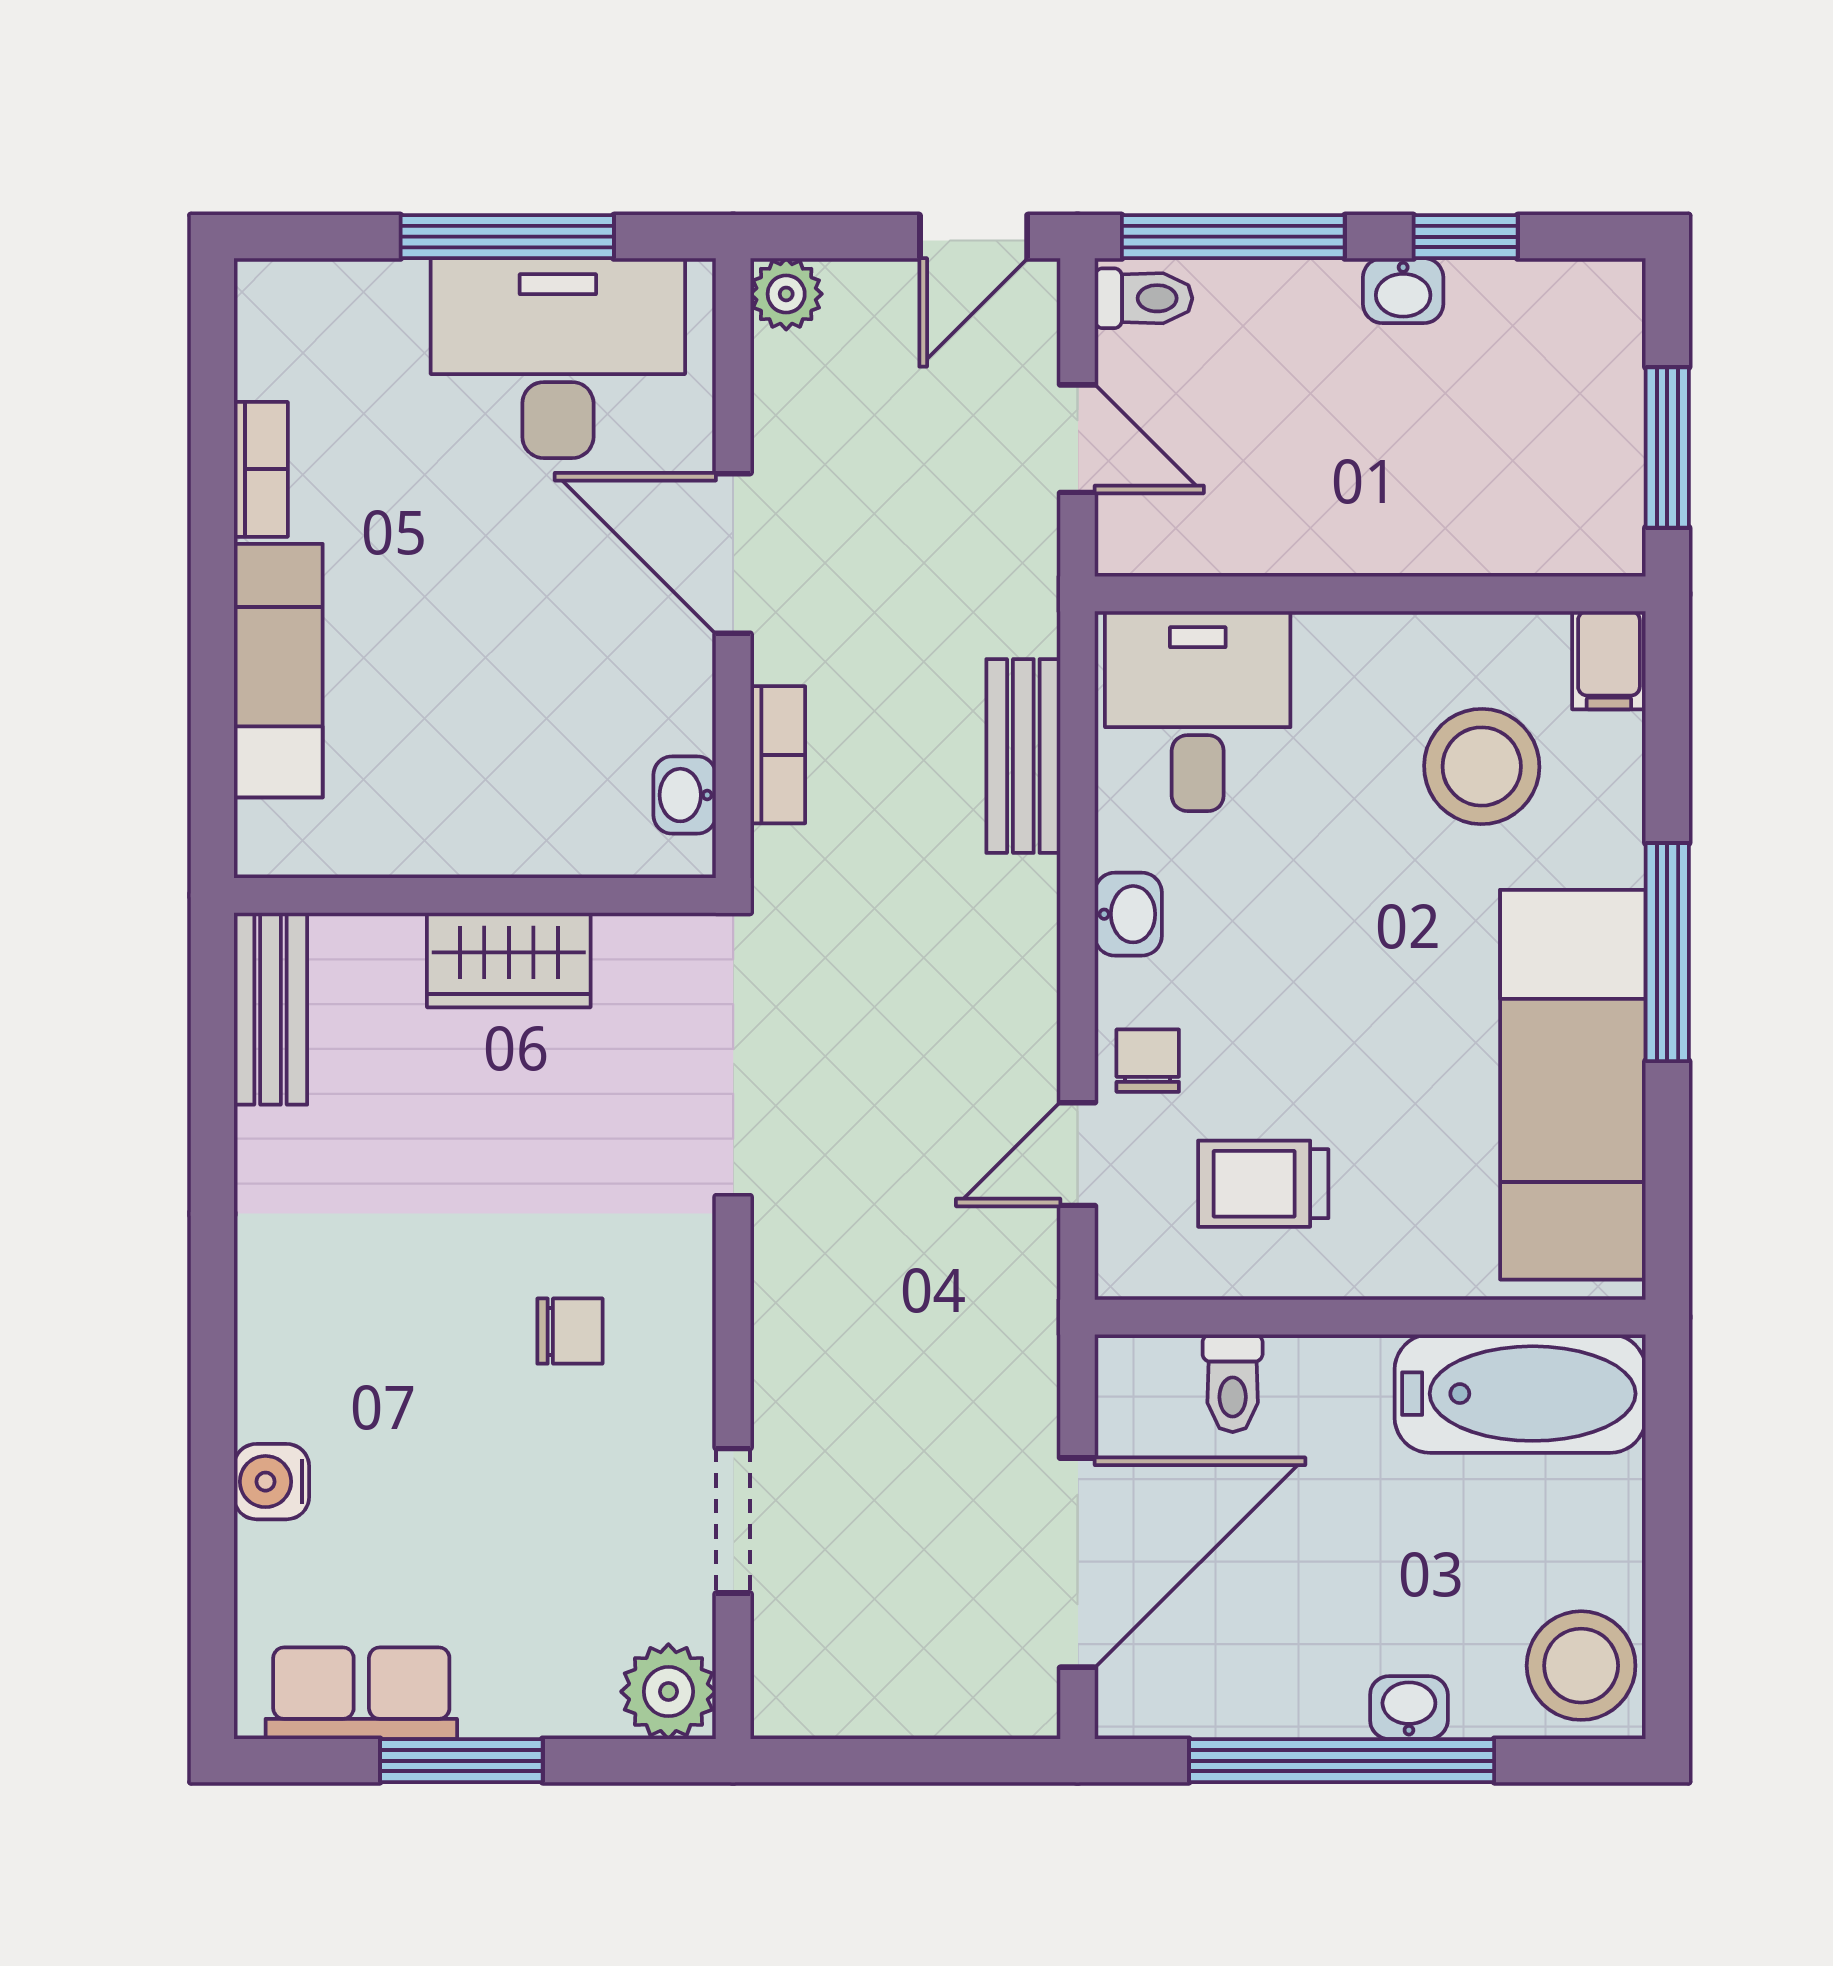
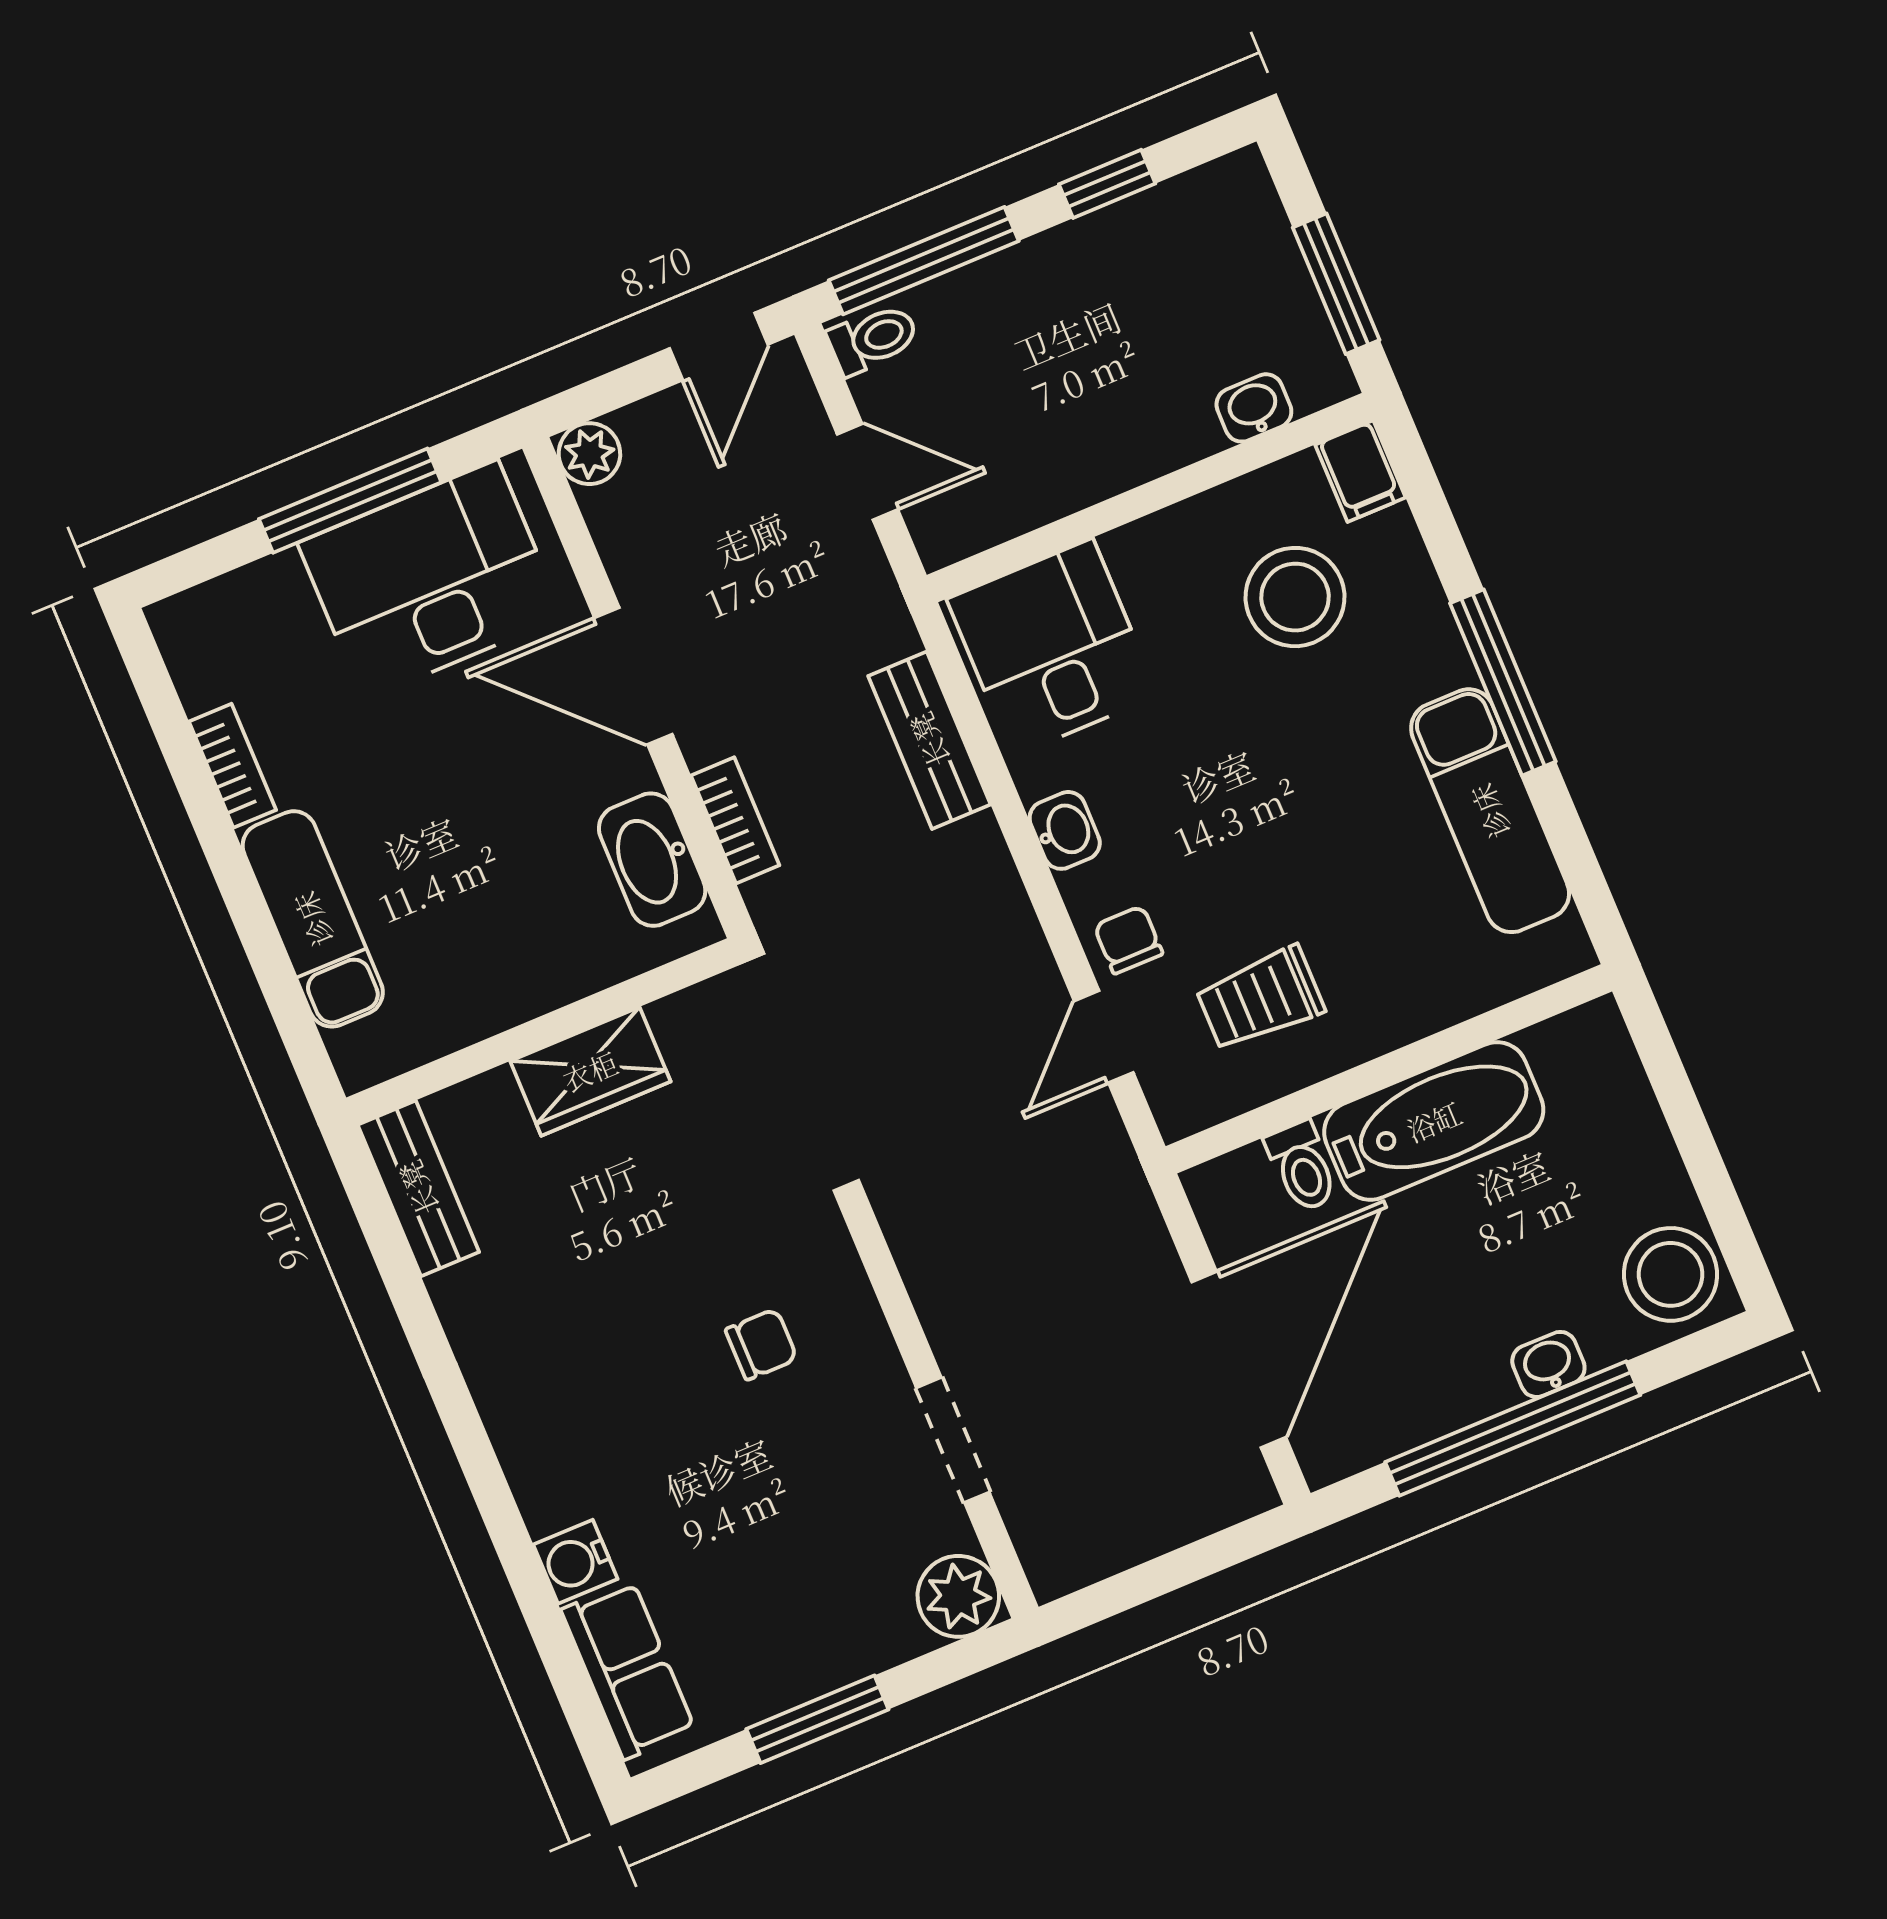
washbasin: (1403, 291) -> (1254, 408), moved, turned 180
washbasin: (685, 795) -> (652, 860), width x1.91, depth x1.45
exam couch: (1573, 1085) -> (1490, 811), width x0.73, depth x0.69
bathtub: (1520, 1394) -> (1434, 1121), moved
row of seats: (361, 1693) -> (628, 1670), moved, turned 90

